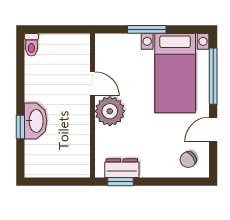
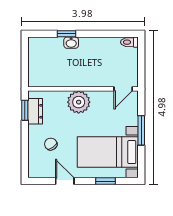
window: (213, 76) -> (106, 181), width x0.46
door: (93, 84) -> (123, 89), moved
washbasin: (36, 121) -> (71, 43), width x0.52, depth x0.69
chair: (188, 160) -> (51, 144), moved

